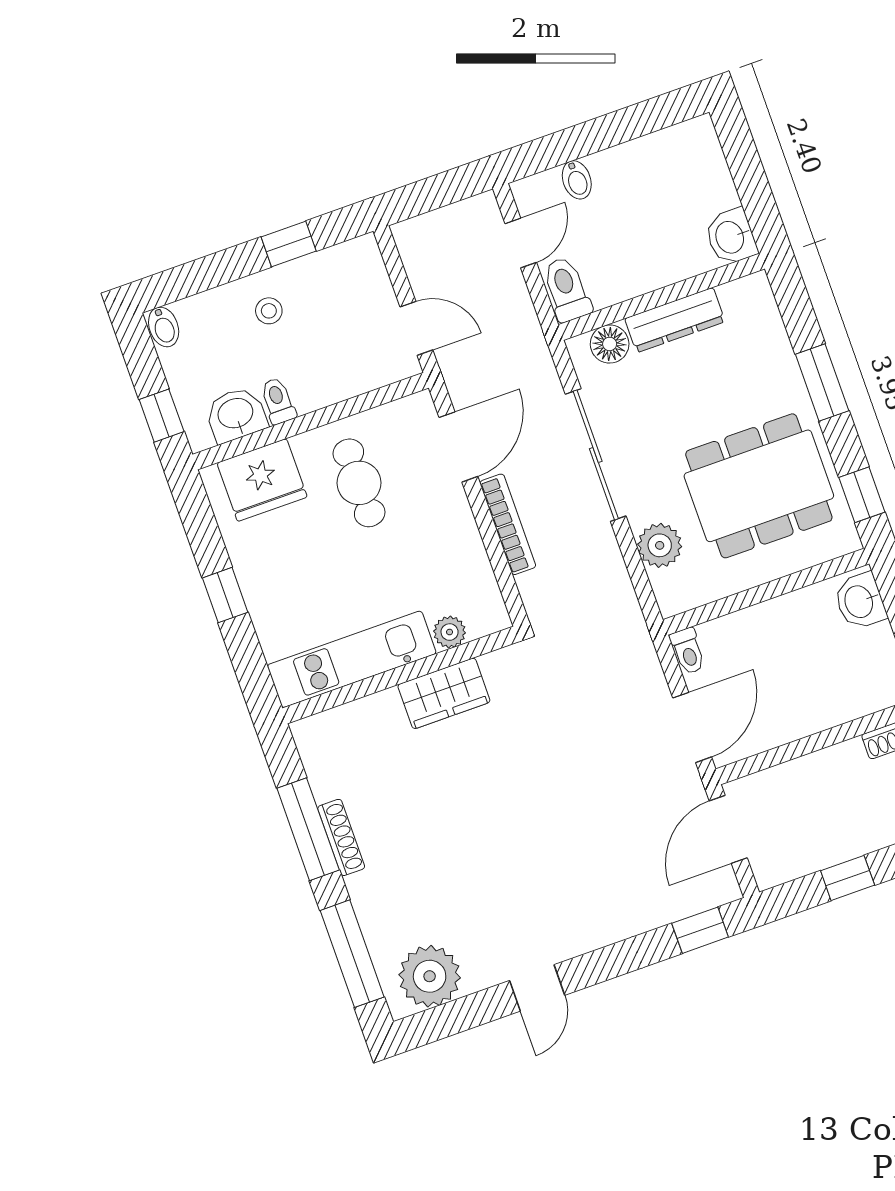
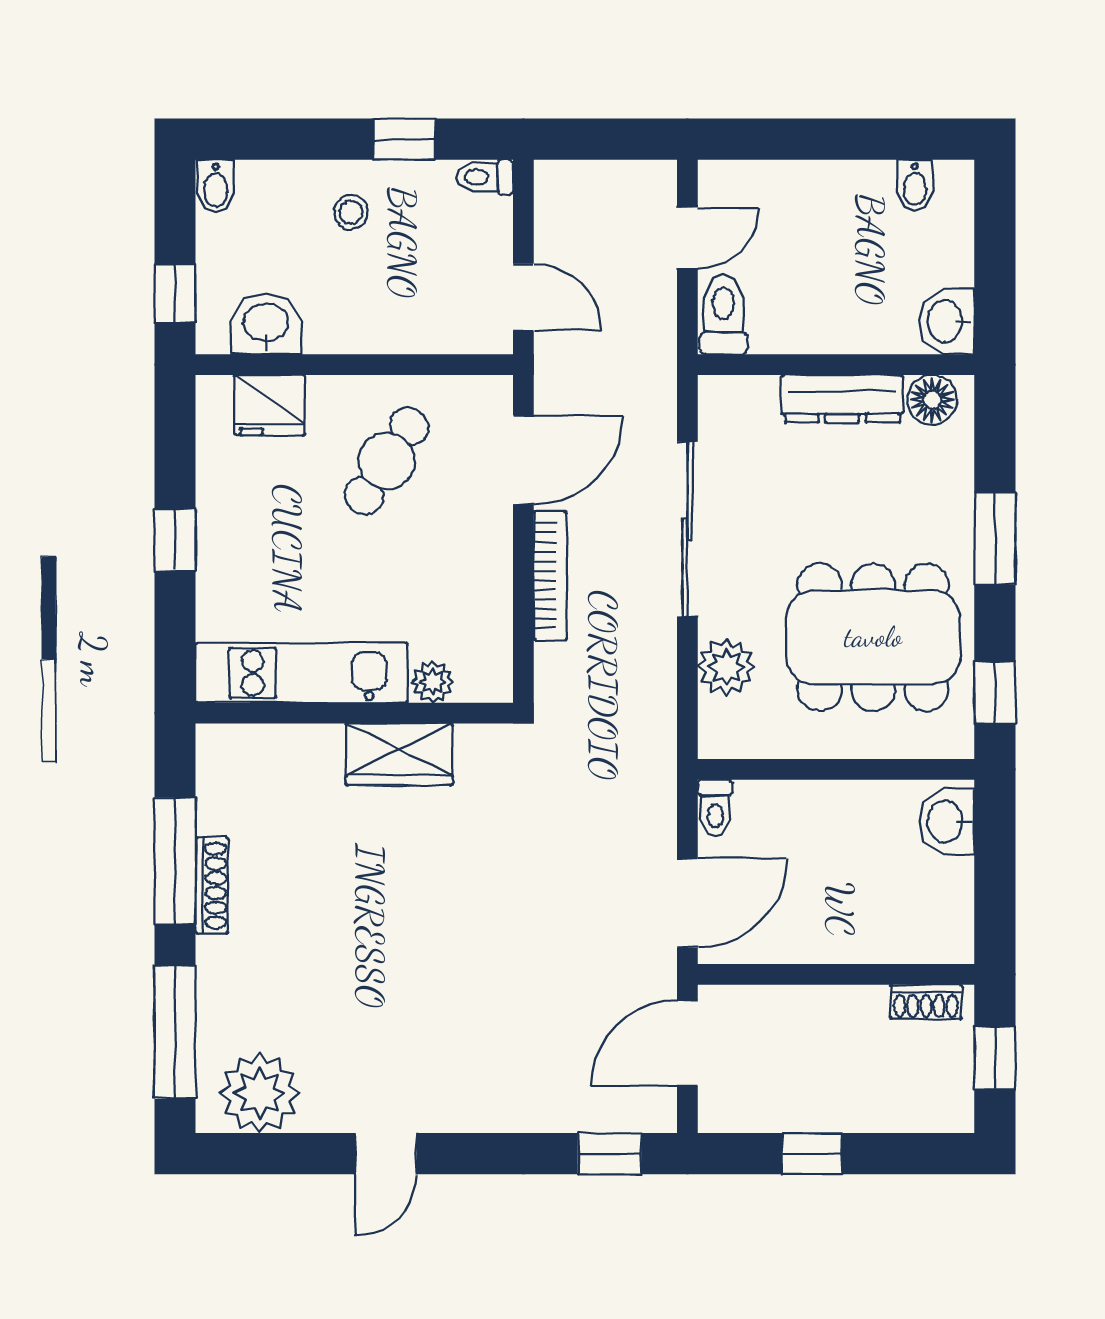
bidet: (577, 180) -> (915, 185), moved
floor lamp: (610, 344) -> (932, 400), moved
toilet: (278, 401) -> (485, 177), moved, turned -90
fridge: (262, 480) -> (270, 405), width x0.73, depth x0.75
cafe table: (359, 483) -> (387, 461), turned 33

